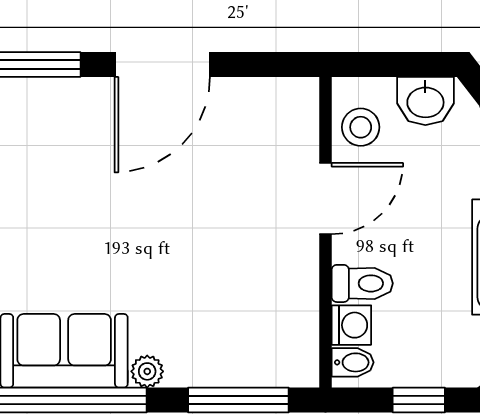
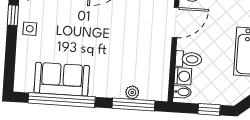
plant: (147, 371) -> (132, 92), moved

